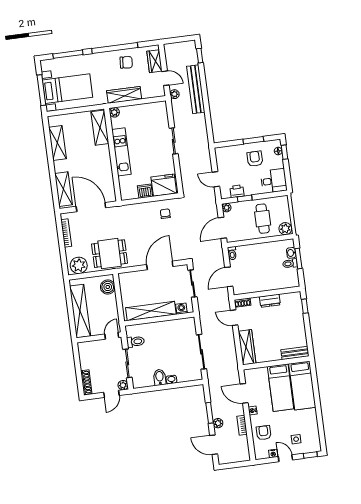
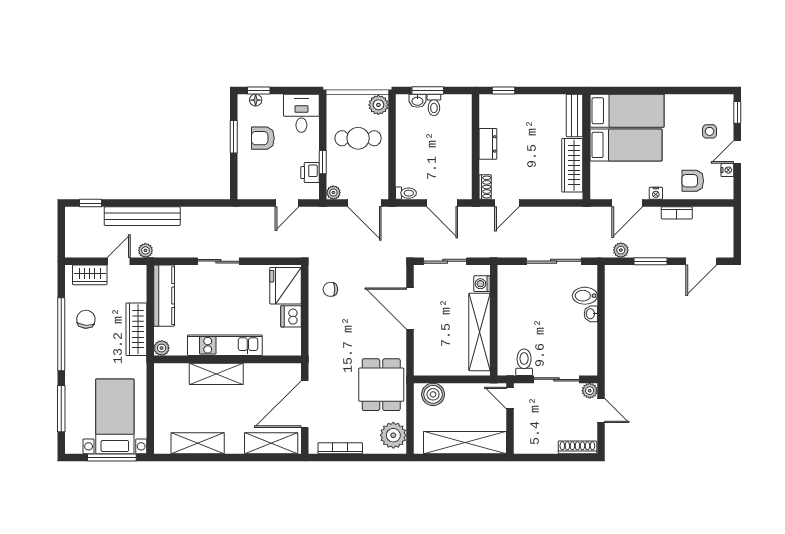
kitchen counter: (148, 110) -> (164, 296), added
shelving: (100, 128) -> (216, 374), moved
wardrobe: (247, 347) -> (572, 165), moved, turned -90
bidet: (160, 377) -> (585, 296), moved
plant: (218, 423) -> (621, 250), moved

